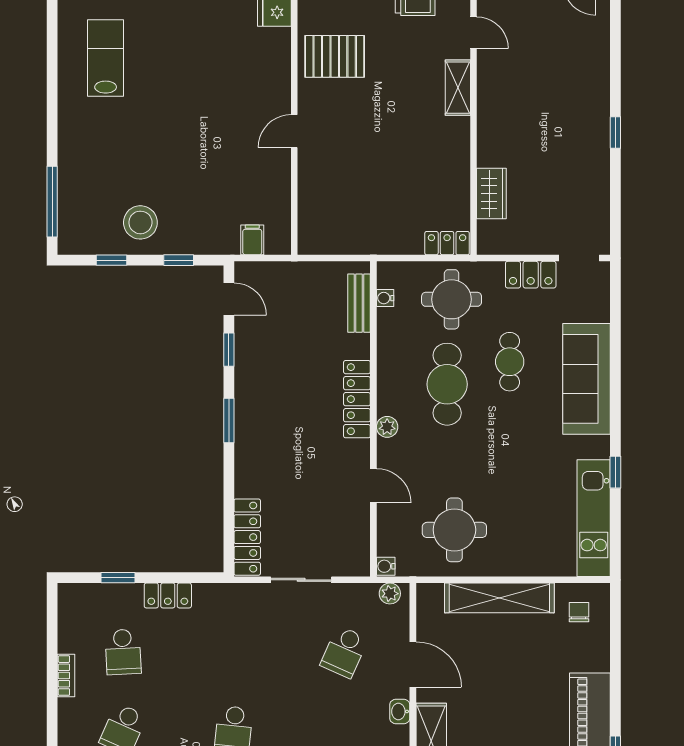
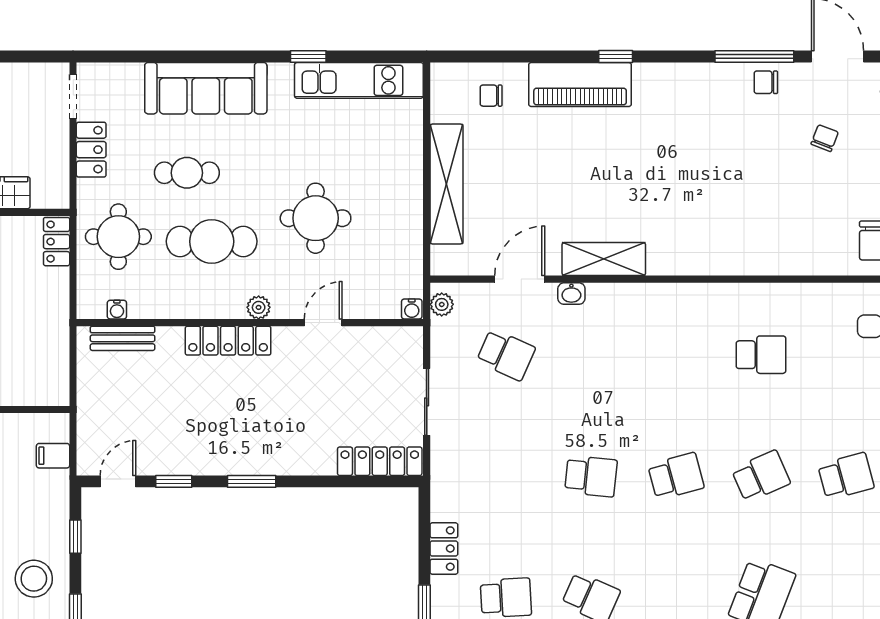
round table: (454, 530) -> (316, 218), moved
chair: (579, 612) -> (491, 96), moved

